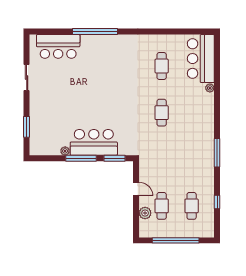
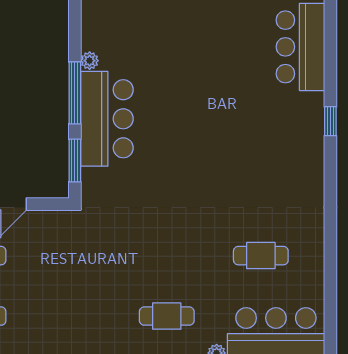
window: (95, 32) -> (330, 121), width x0.32
cafe table: (162, 113) -> (167, 316), moved

